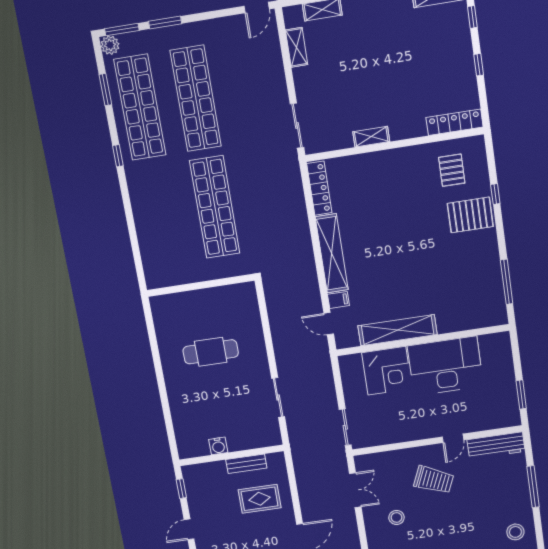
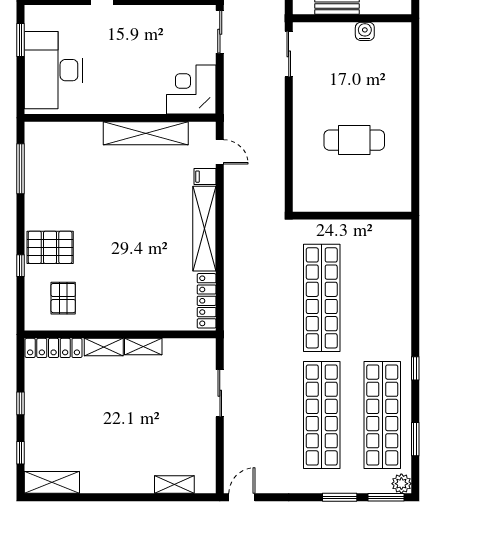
shelving: (297, 47) -> (104, 347), moved, turned 90
sliding door: (297, 126) -> (220, 393), moved
desk: (445, 366) -> (53, 70), moved, turned 90
corner desk: (387, 371) -> (191, 89), moved
sliding door: (278, 398) -> (289, 54), moved

